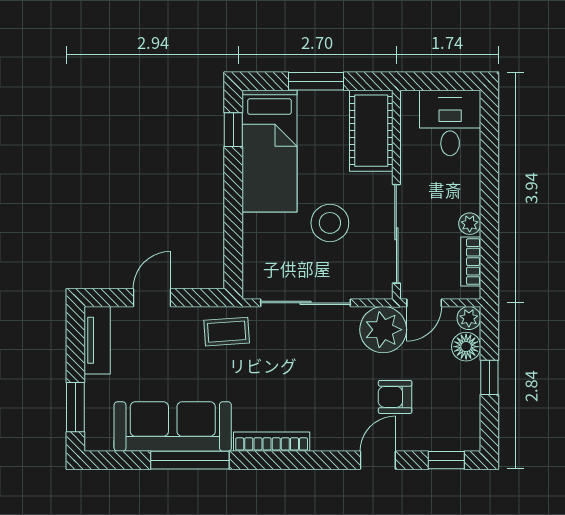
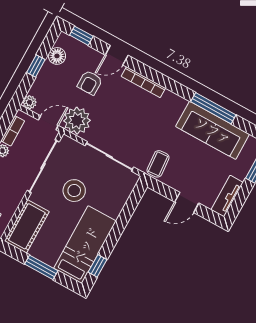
coffee table: (227, 332) -> (158, 164), turned 90
floor lamp: (466, 347) -> (57, 56), moved
armchair: (395, 397) -> (90, 83), turned 90
bookcase: (272, 442) -> (143, 82), moved

